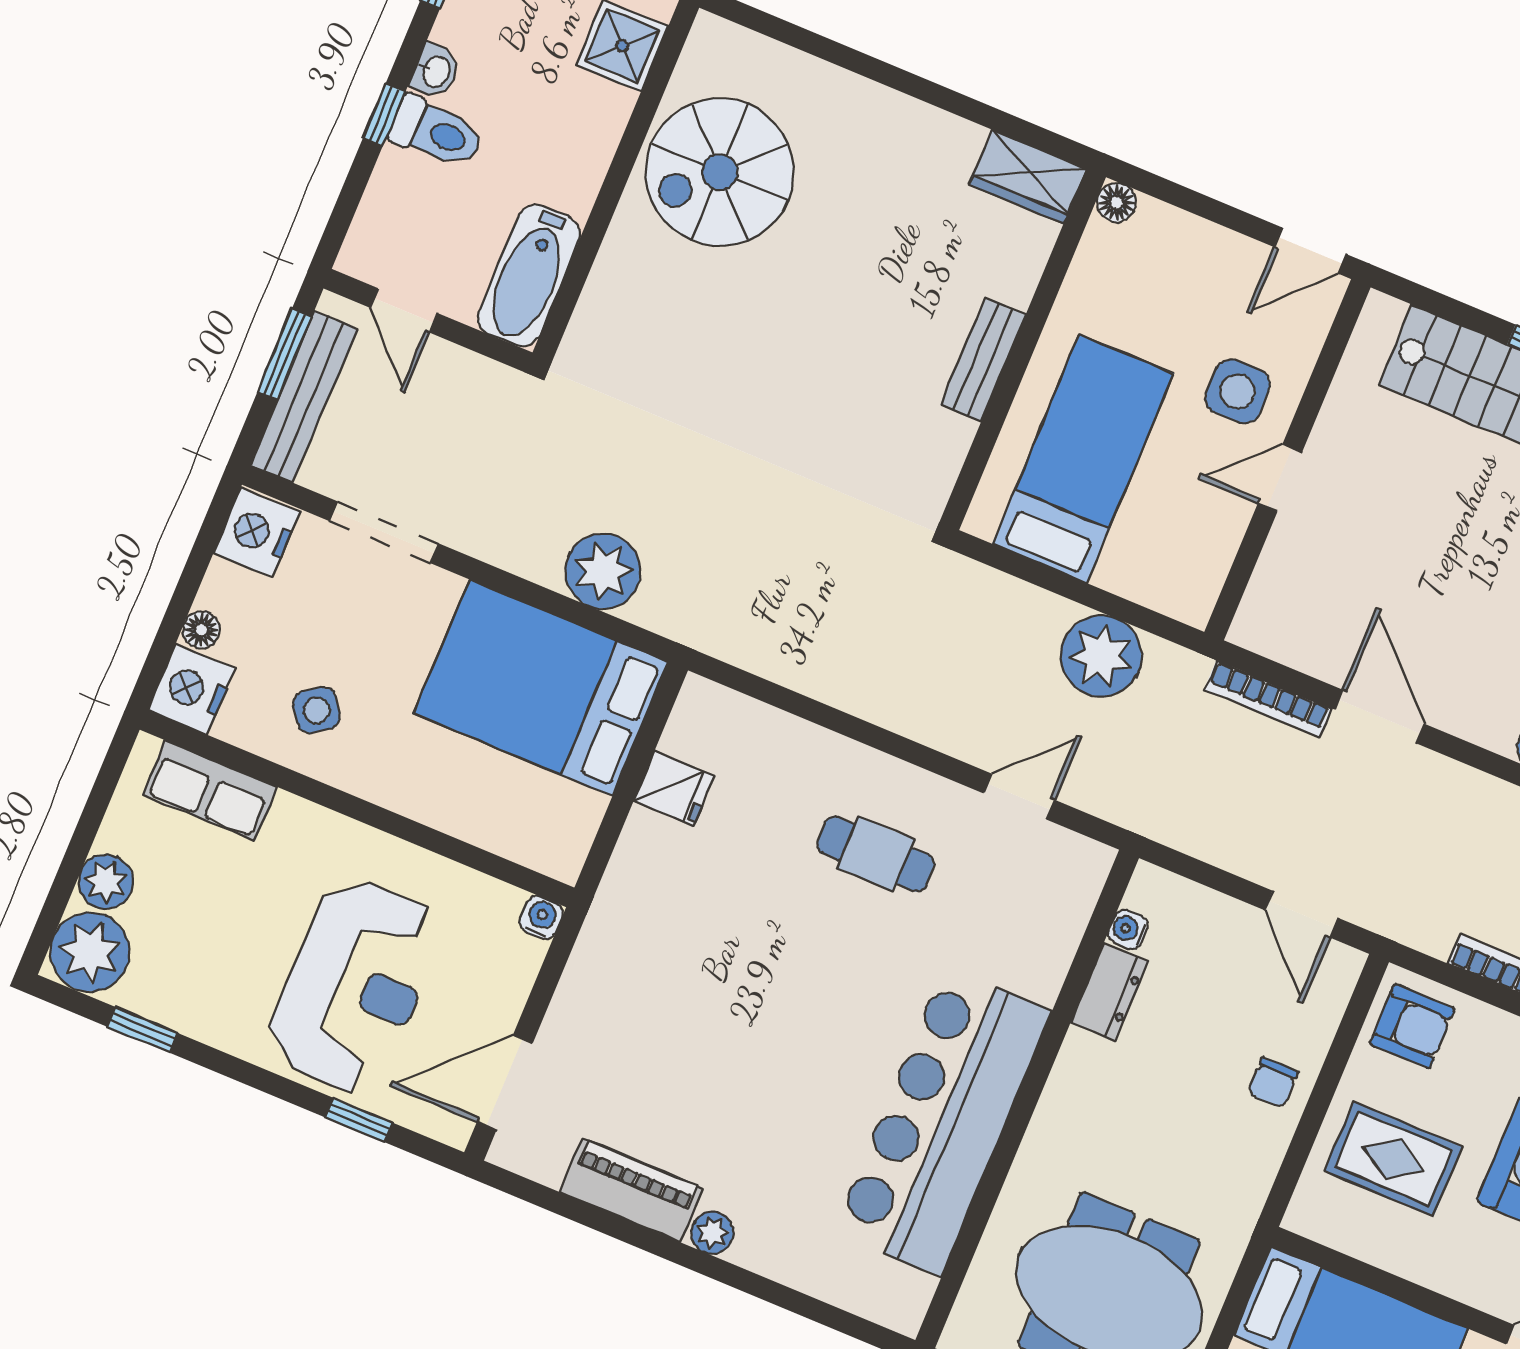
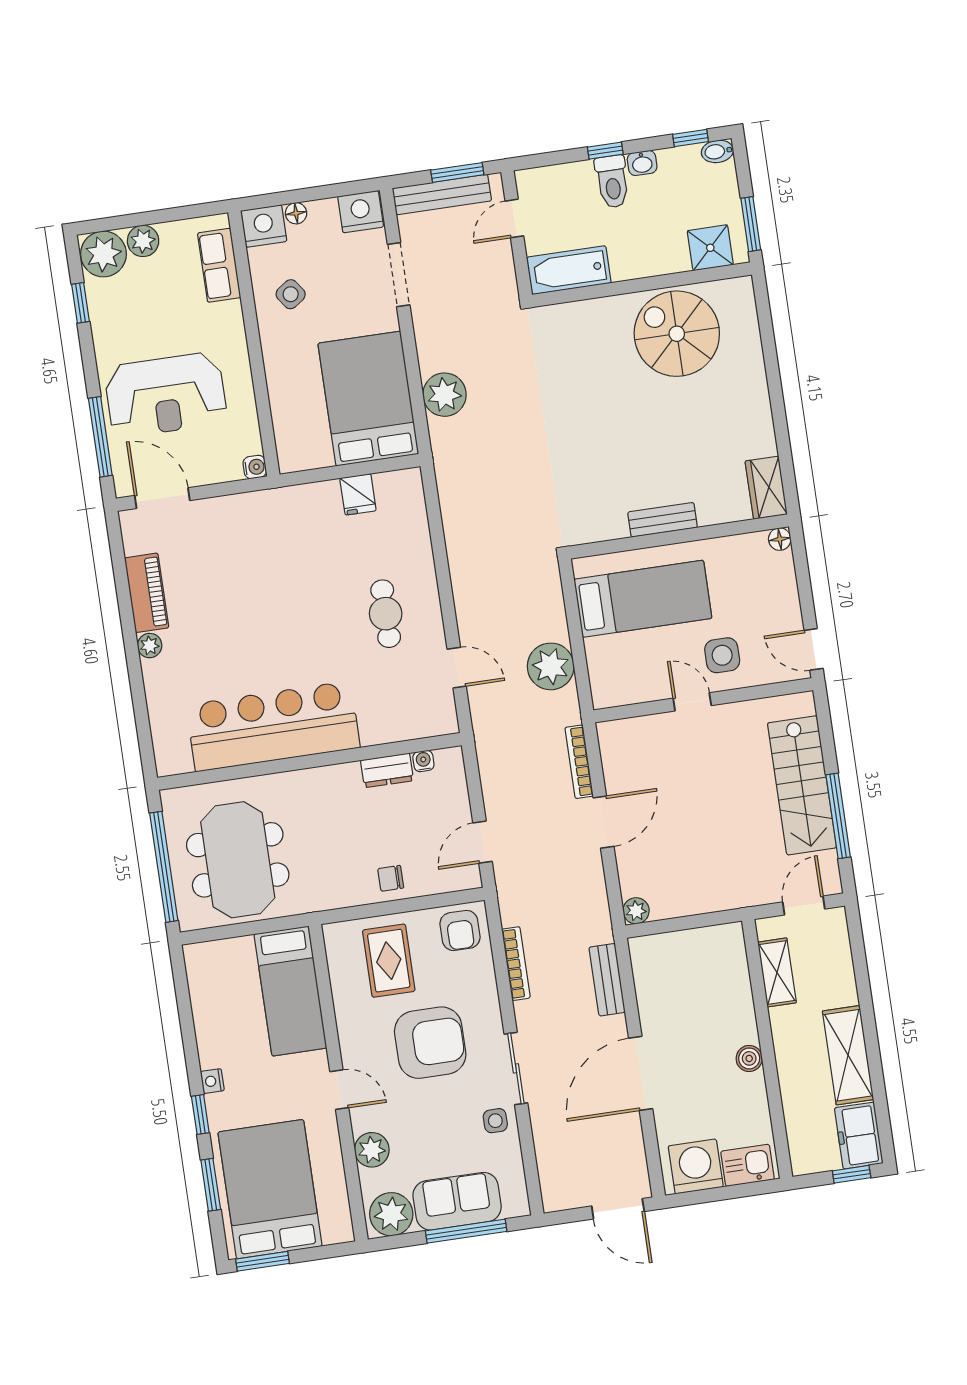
window: (359, 1120) -> (100, 437), width x2.17

